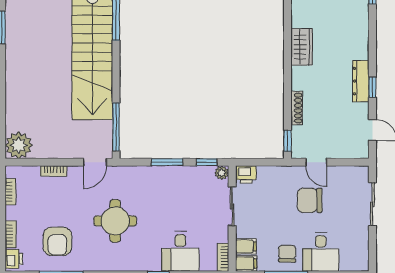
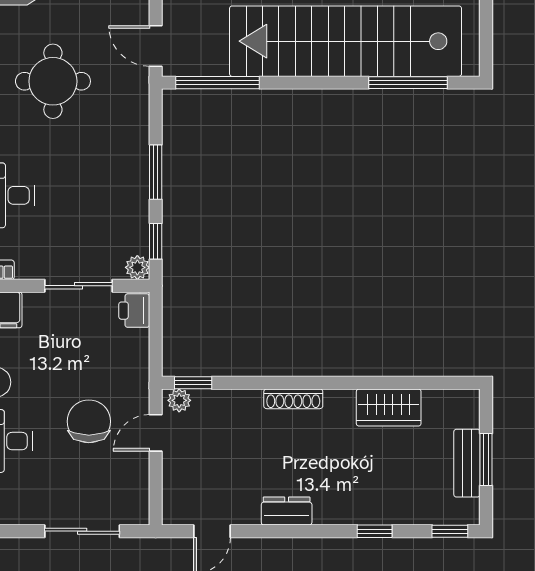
wardrobe: (302, 47) -> (389, 408), moved
dresser: (361, 81) -> (287, 511), width x0.70
window: (372, 87) -> (375, 531), moved
shoe rack: (297, 108) -> (293, 399), moved
plant: (298, 149) -> (179, 400), added

